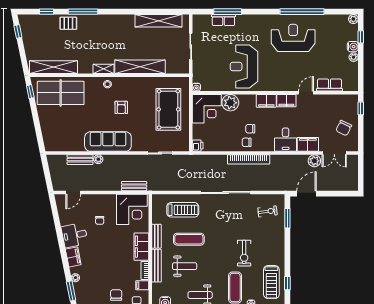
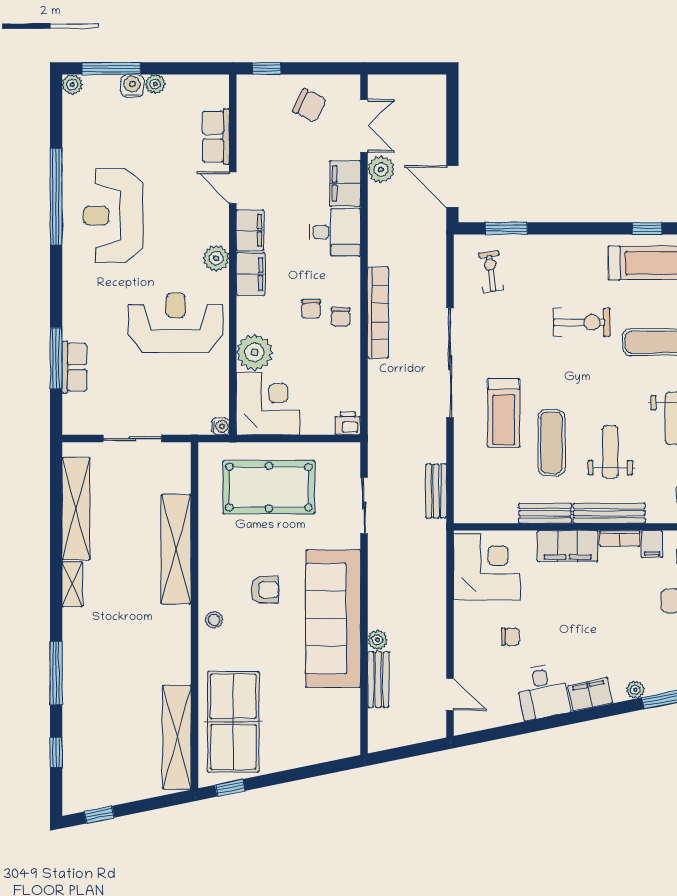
pallet: (68, 23) -> (81, 705), removed
window: (361, 37) -> (111, 68), width x2.17
reception desk: (244, 67) -> (176, 323), turned 180
shelving: (104, 69) -> (72, 584), moved
plant: (274, 85) -> (216, 258), added
sofa: (108, 142) -> (333, 619), width x1.36, depth x1.27
bench: (134, 186) -> (436, 491), moved
treadmill: (183, 210) -> (504, 413), moved, turned 180

